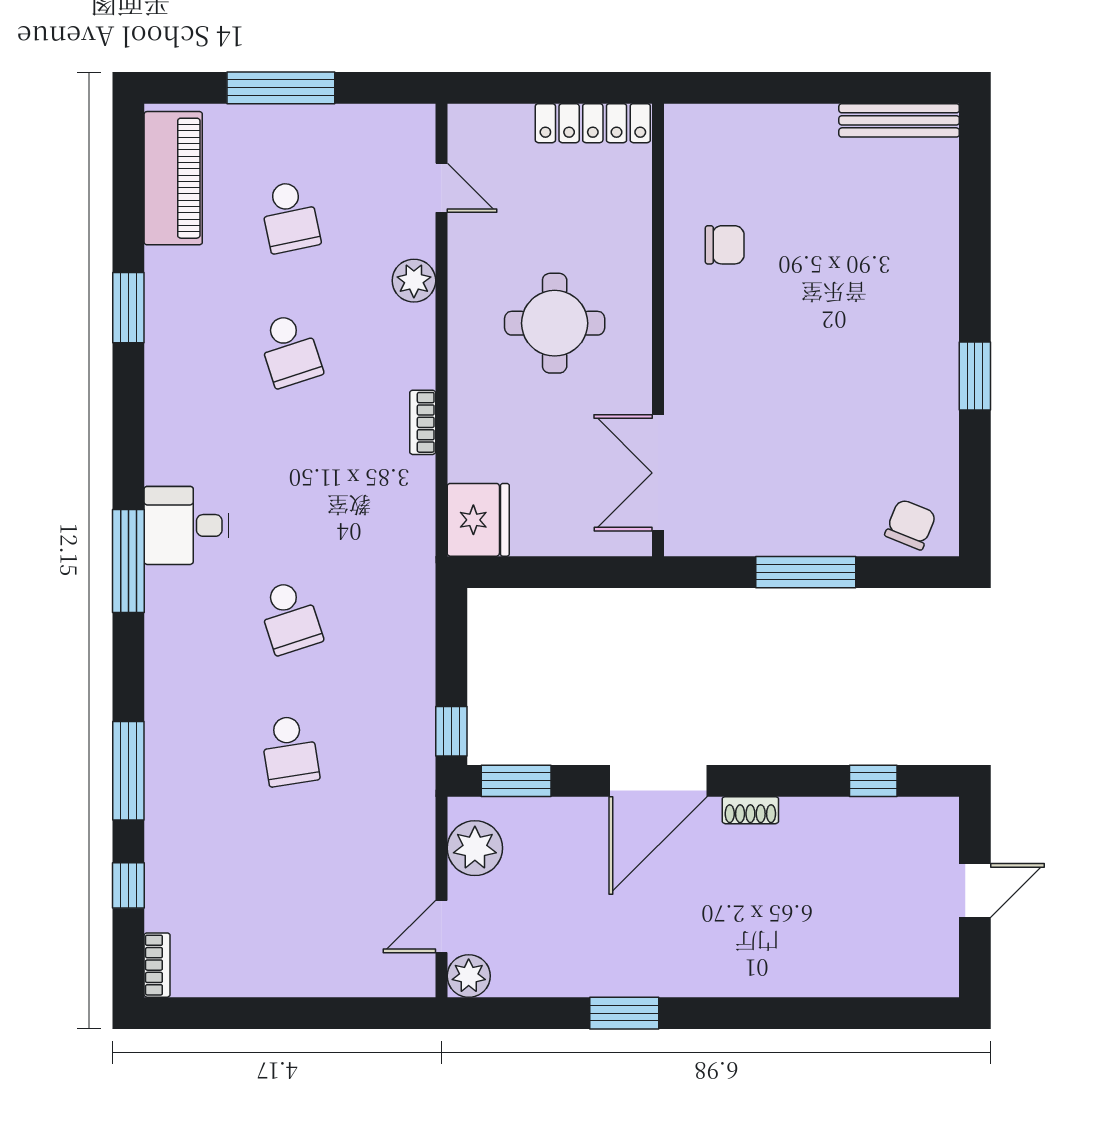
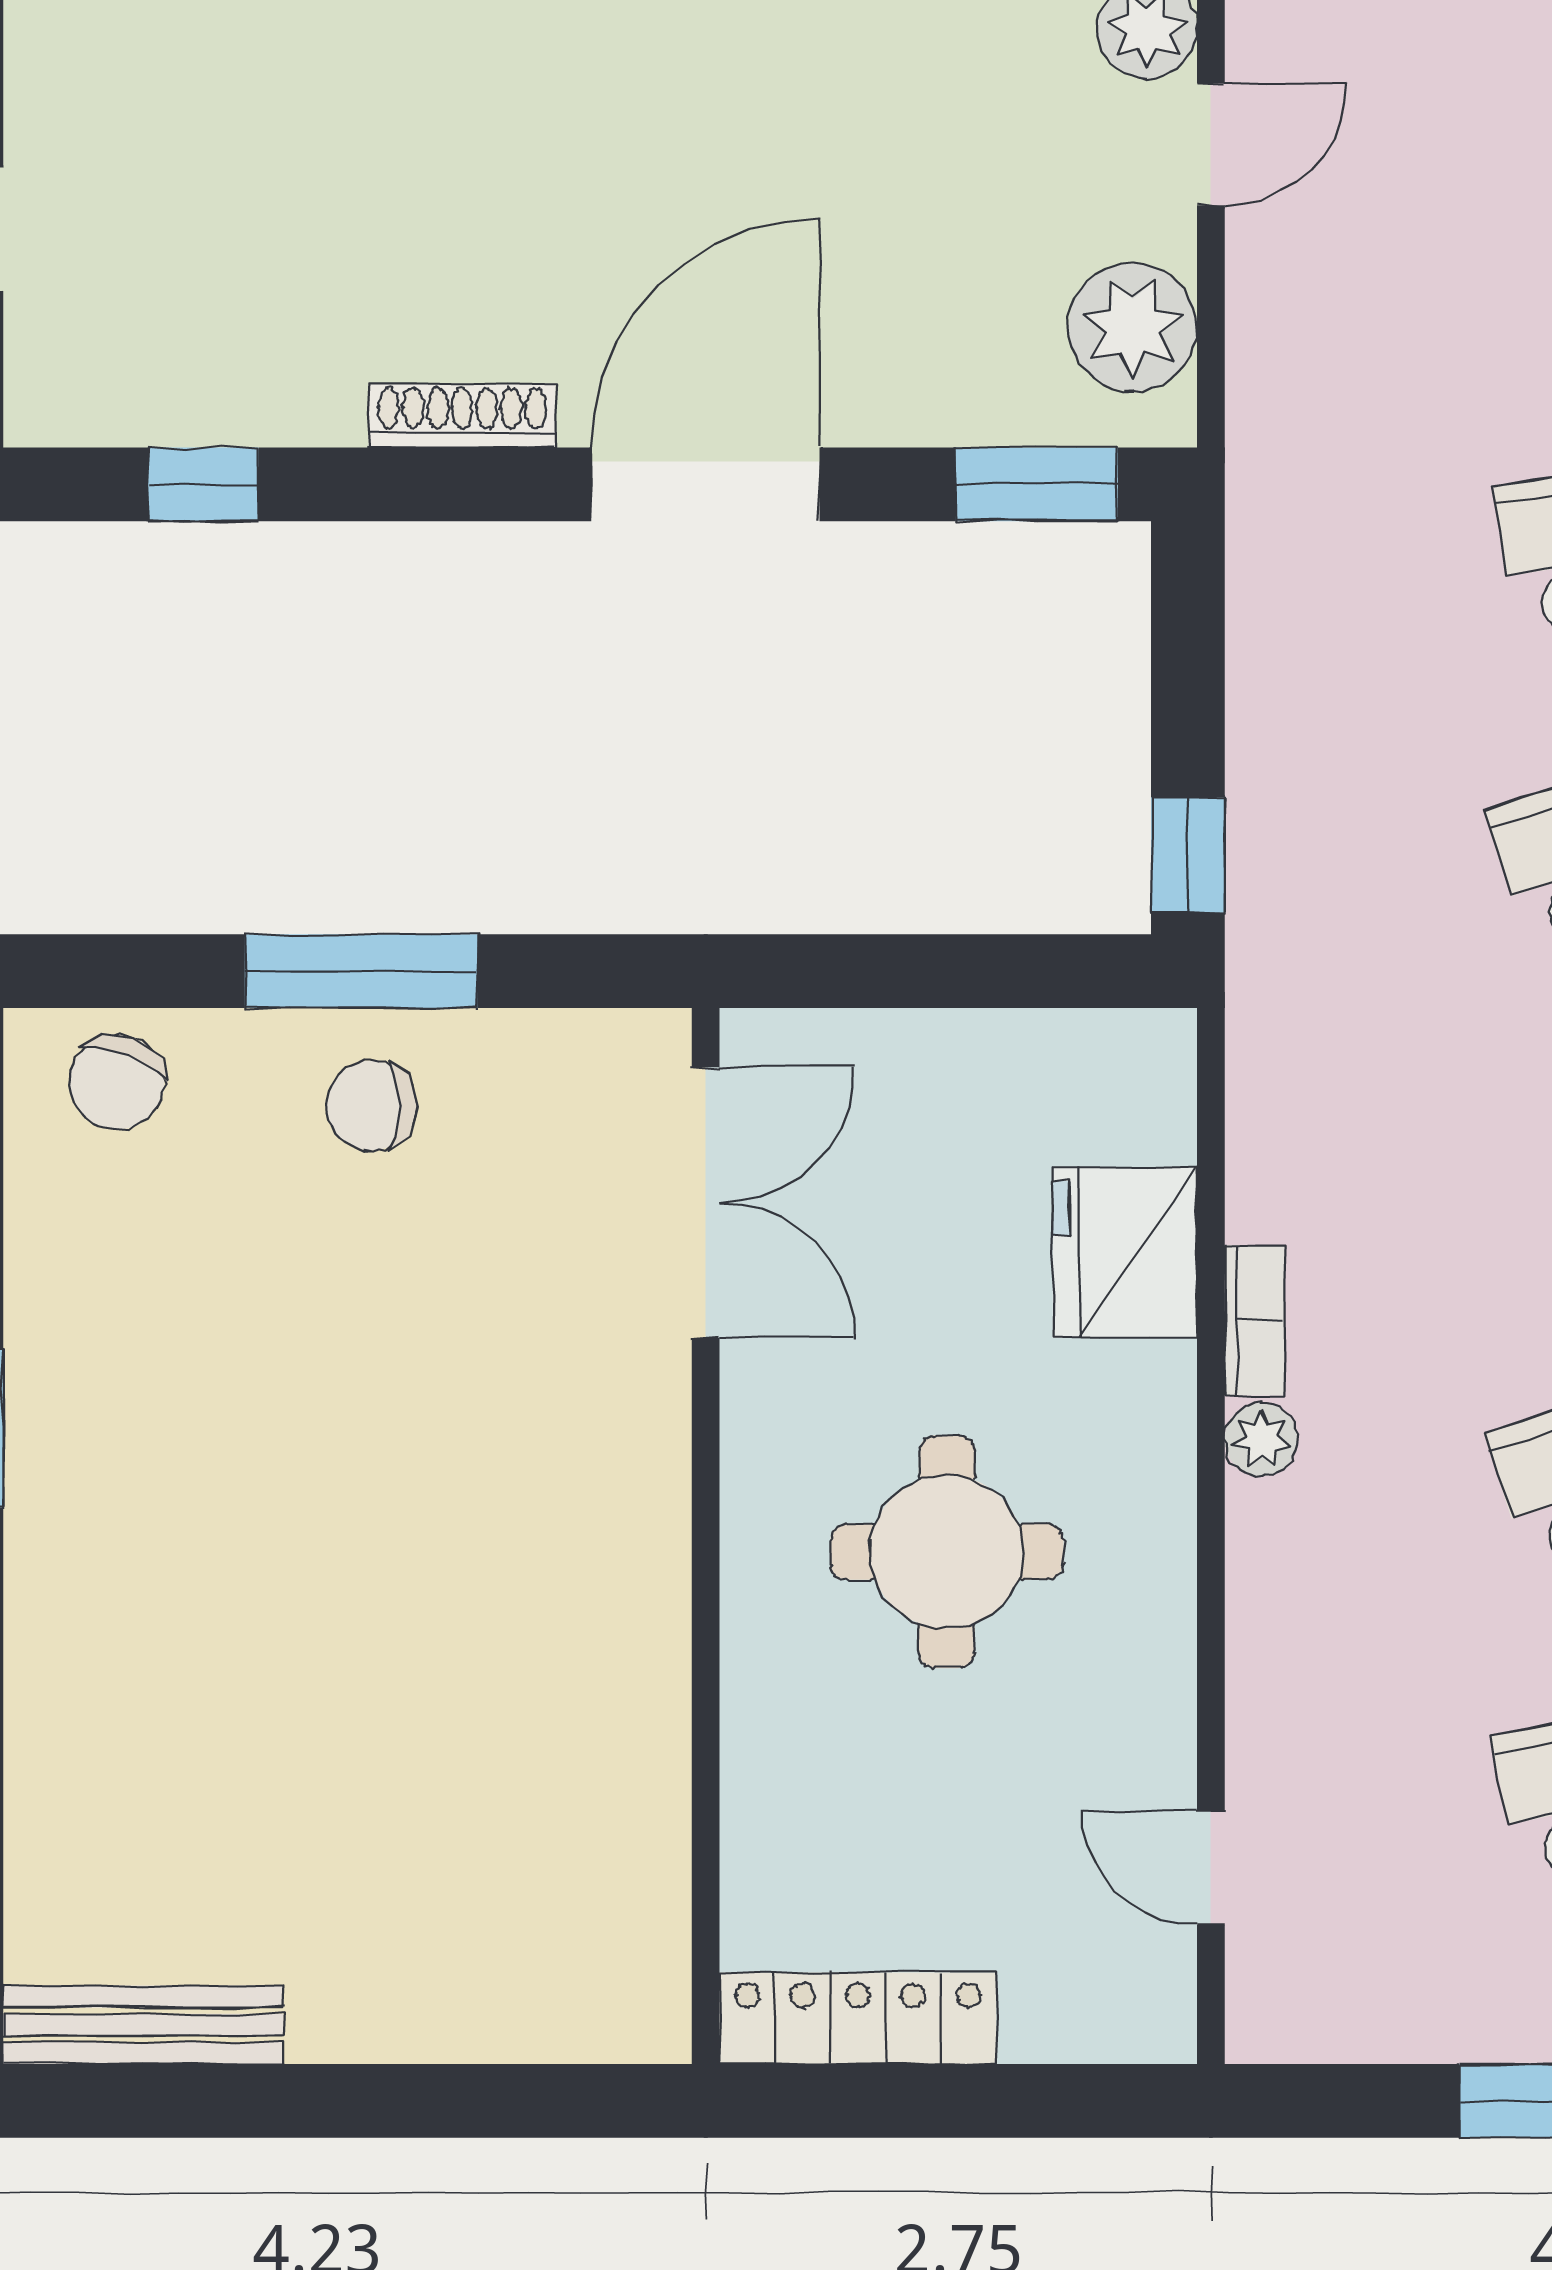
chair: (725, 245) -> (371, 1106), moved
plant: (414, 281) -> (1261, 1439), moved, width x0.73, depth x0.73
fridge: (478, 520) -> (1125, 1253), moved
window: (451, 731) -> (1188, 855), moved
shoe rack: (750, 810) -> (462, 416), width x1.43

